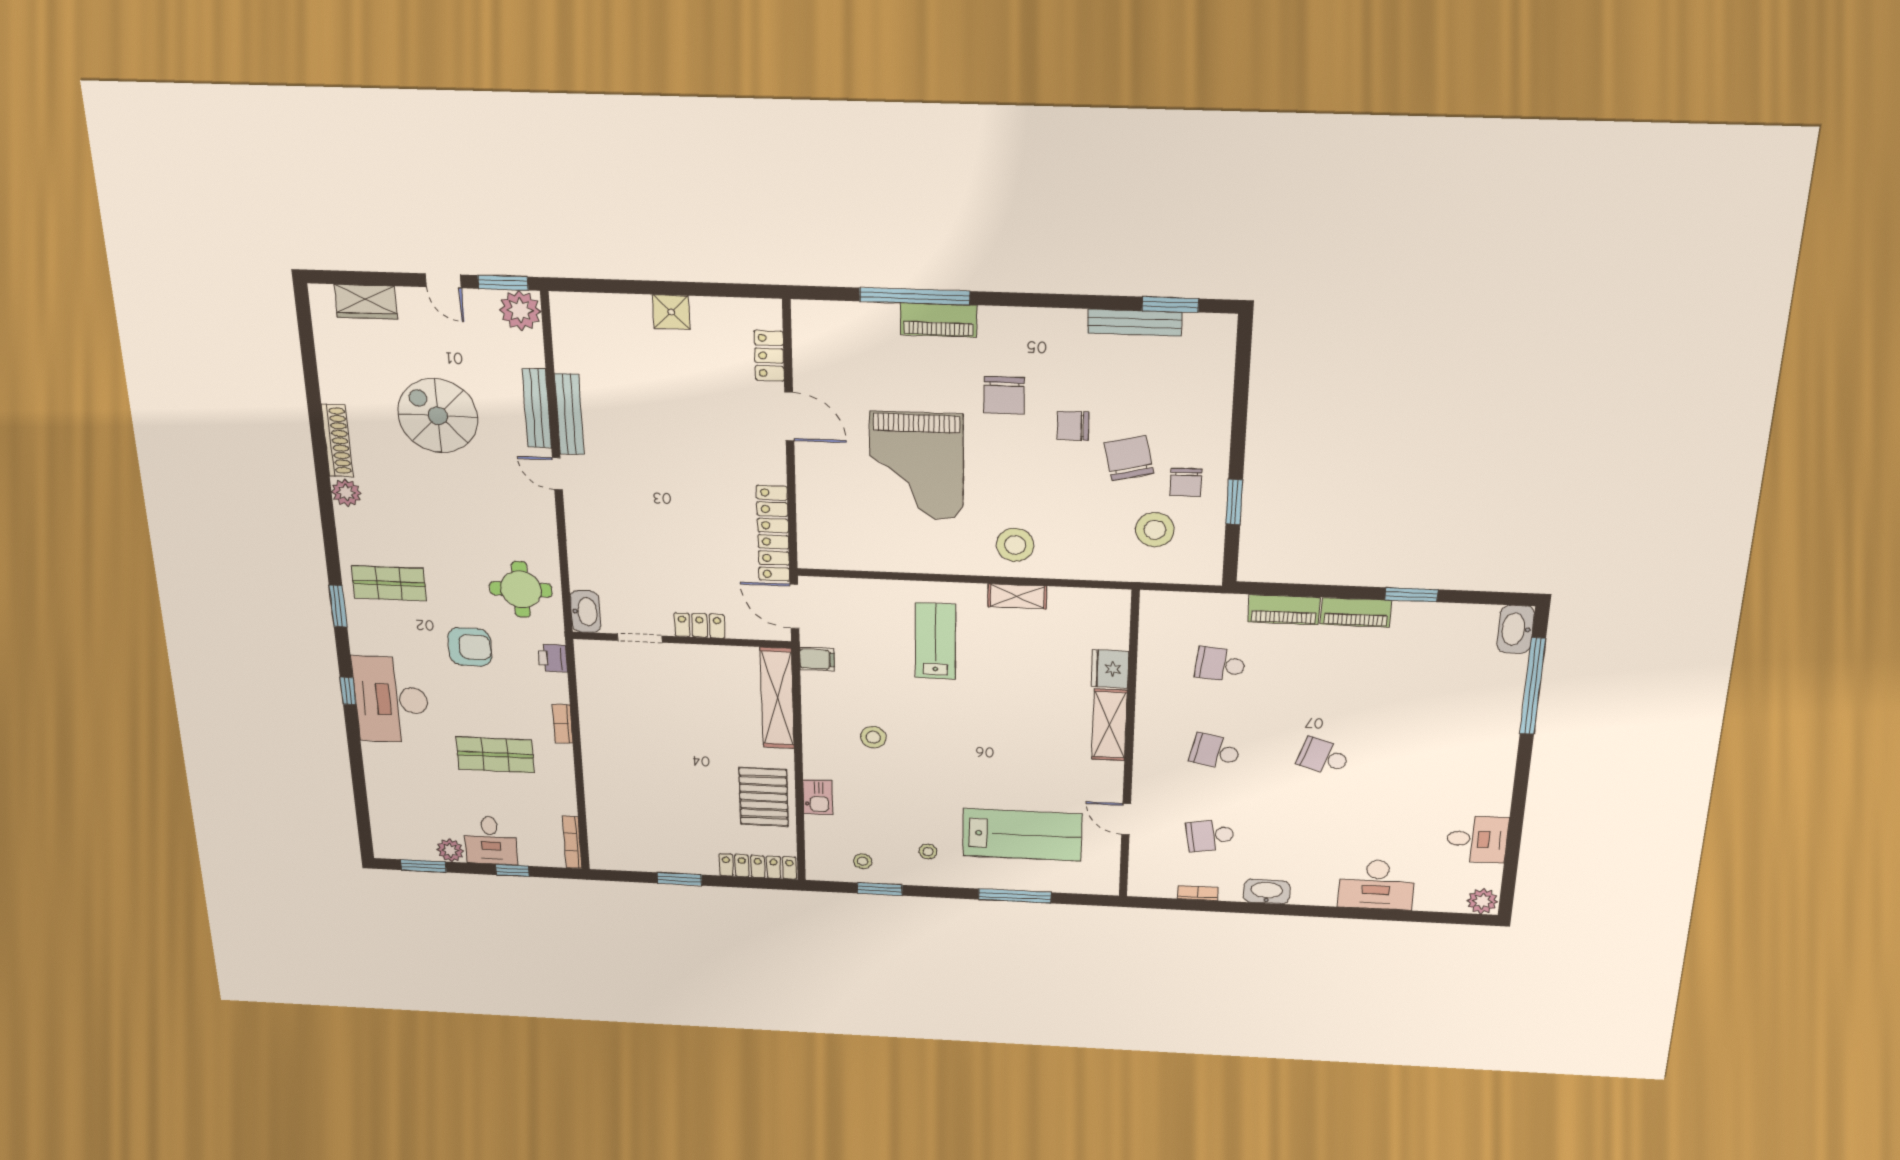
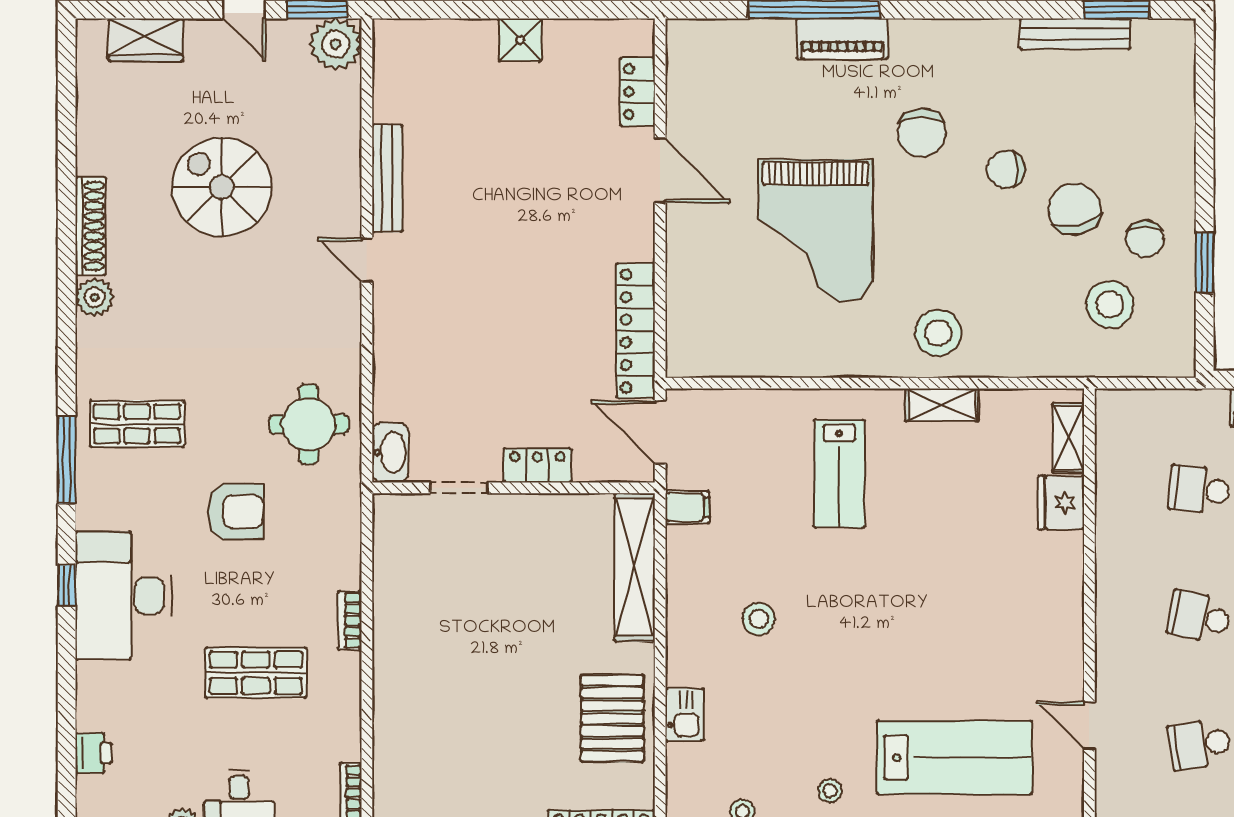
bench: (537, 408) -> (347, 172), removed
window: (338, 606) -> (67, 460), width x1.44
lab bench: (935, 641) -> (839, 474), turned 180
printer: (553, 658) -> (93, 753), moved, turned 180
shelving: (1110, 725) -> (1068, 438), moved, width x0.67, depth x0.75

